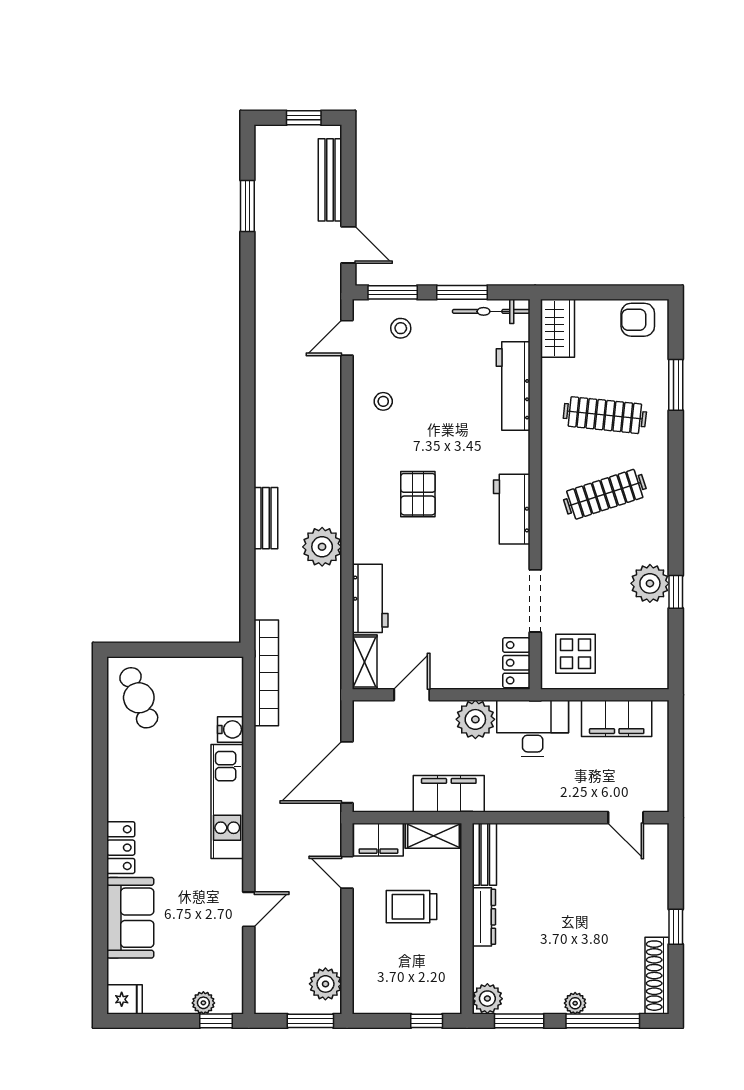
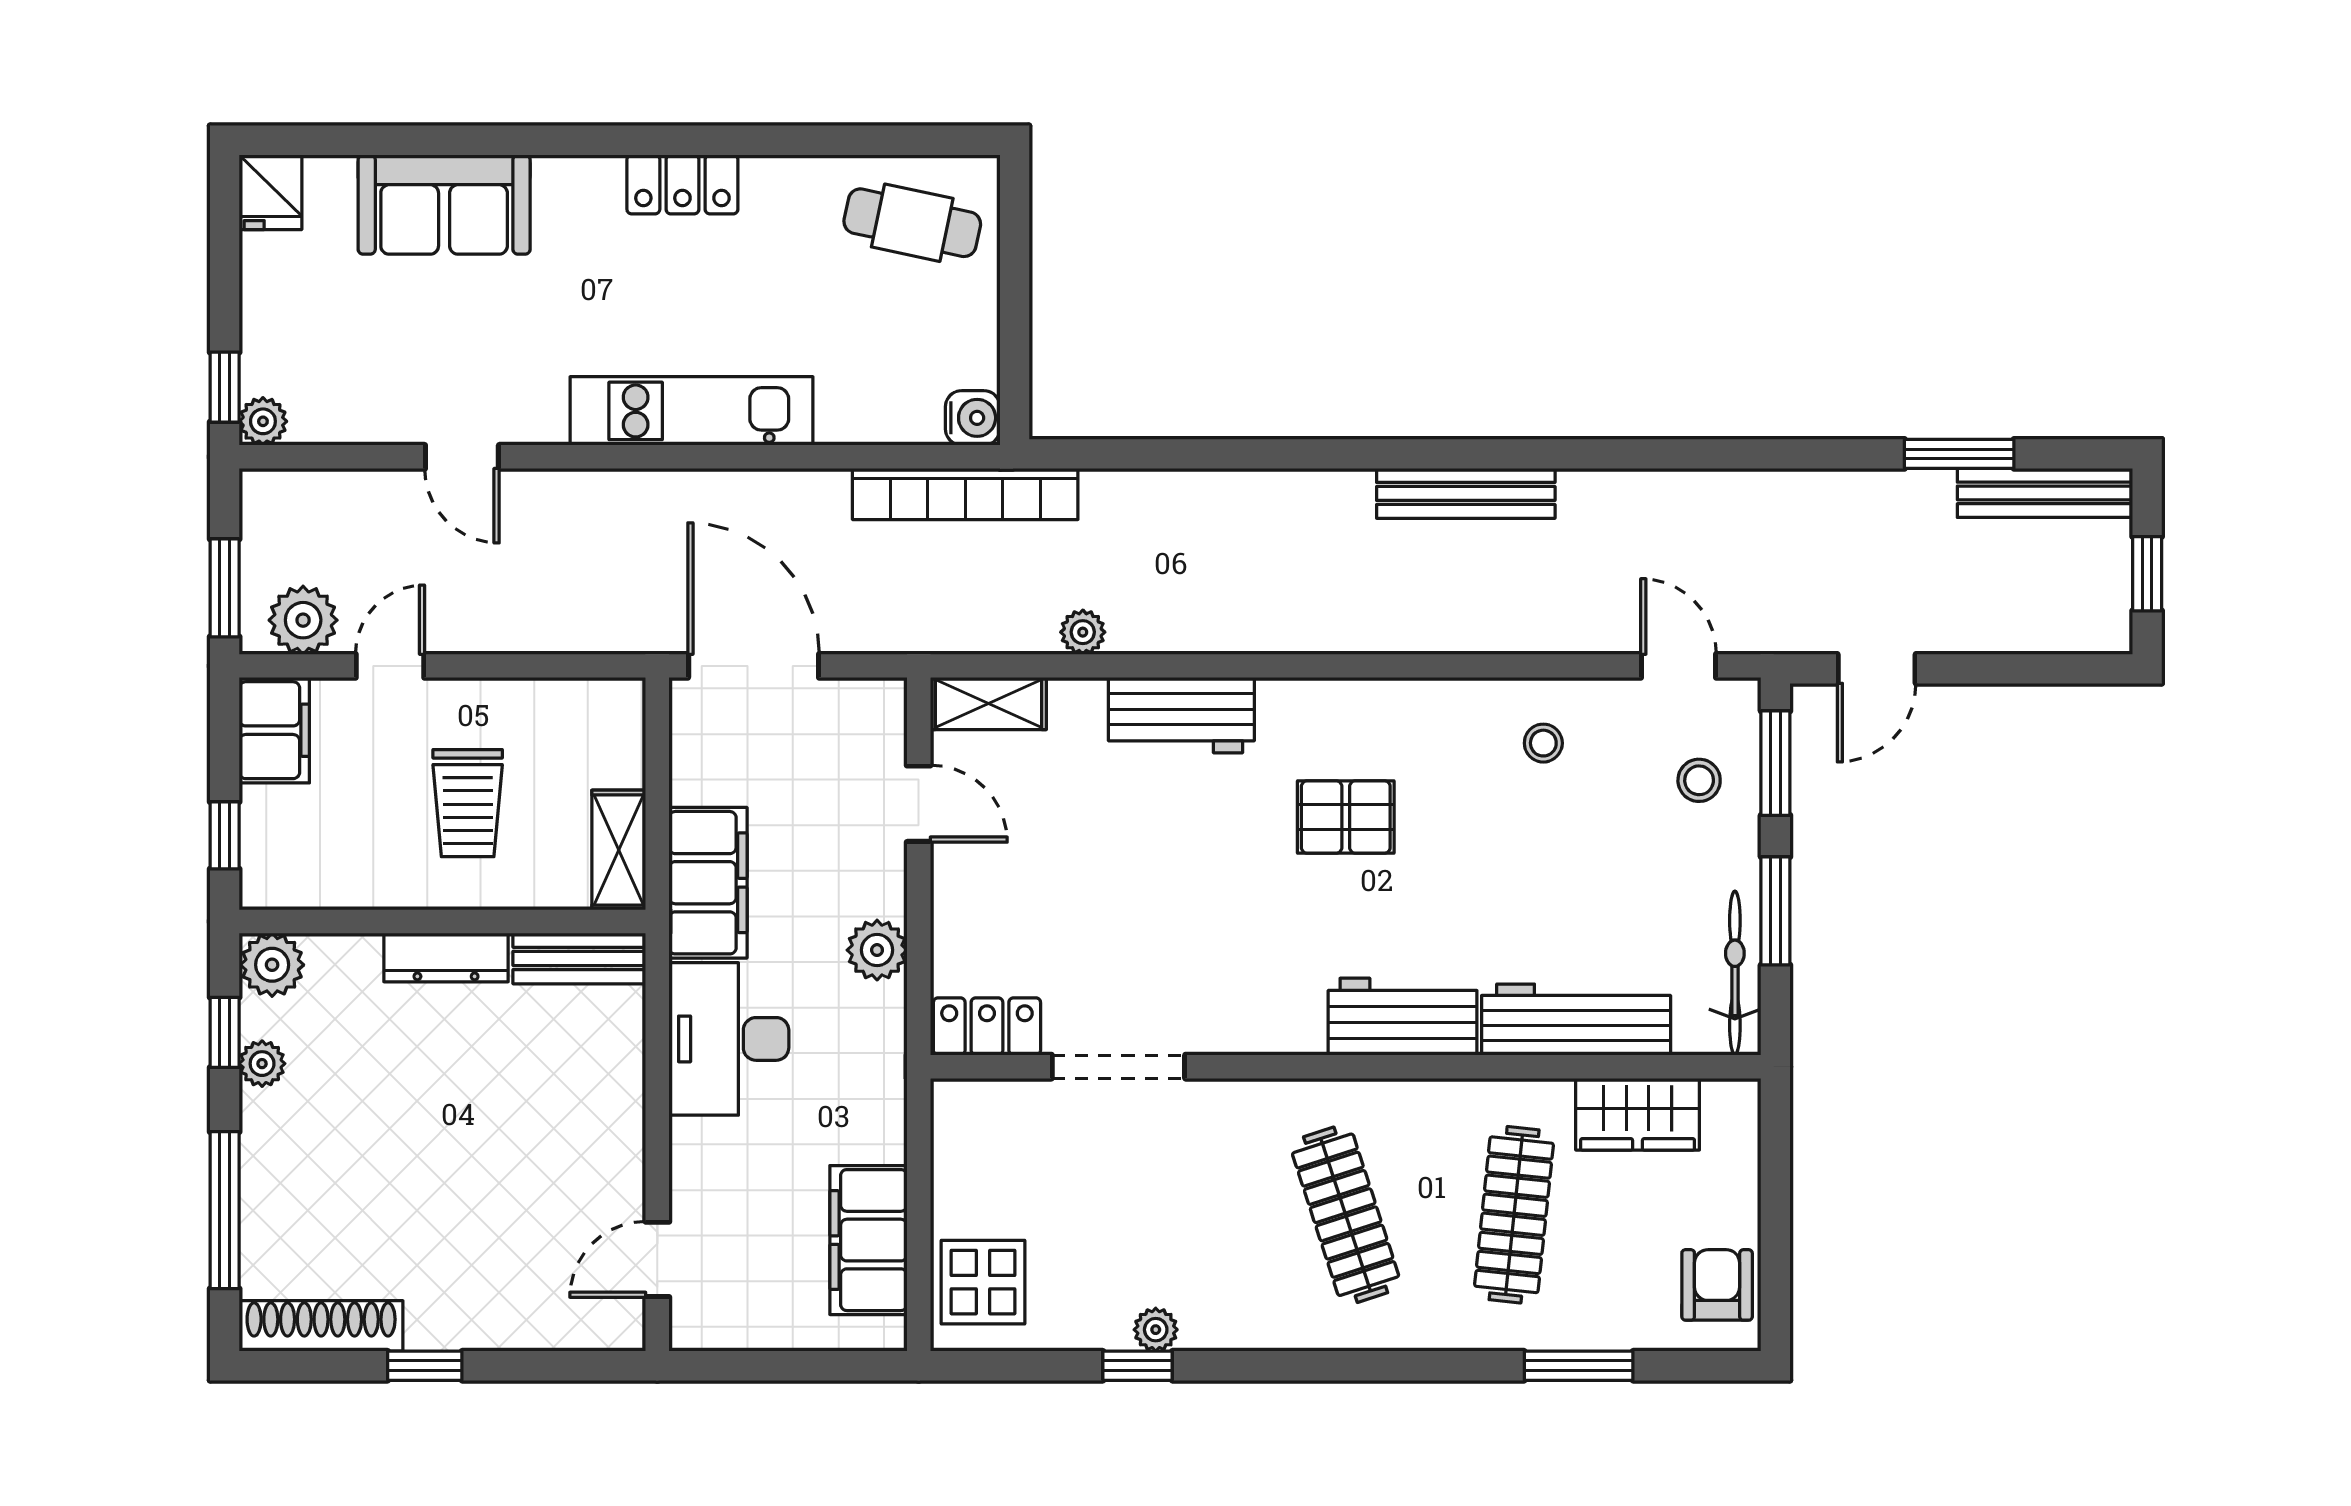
bench: (330, 180) -> (2045, 493), moved
wardrobe: (558, 328) -> (1638, 1114), moved
workbench: (512, 509) -> (1403, 1017), moved
bench: (266, 518) -> (1466, 493), moved, width x1.36
plant: (322, 547) -> (1083, 632), moved, width x0.53, depth x0.53
plant: (650, 583) -> (1156, 1330), width x0.53, depth x0.53
workbench: (370, 598) -> (1181, 715), moved
display table: (576, 654) -> (983, 1282), moved
cafe table: (139, 698) -> (912, 223), turned 34
plant: (475, 719) -> (877, 950), width x0.73, depth x0.73
desk: (533, 728) -> (729, 1039), moved, turned 180
water cooler: (230, 729) -> (973, 418), moved, turned -90
filing cabinet: (378, 840) -> (274, 730), moved, turned 180
locker: (121, 848) -> (682, 184), moved
door: (347, 872) -> (390, 666), moved
trolley: (411, 907) -> (468, 803), turned 180
plant: (203, 1003) -> (263, 421), moved
plant: (575, 1003) -> (262, 1064), moved
window: (519, 1021) -> (225, 1032), width x0.67

